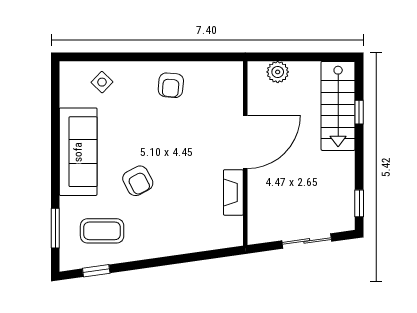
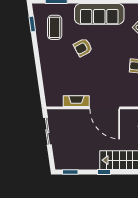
window: (359, 112) -> (104, 172), moved
sliding door: (307, 241) -> (47, 131), moved

